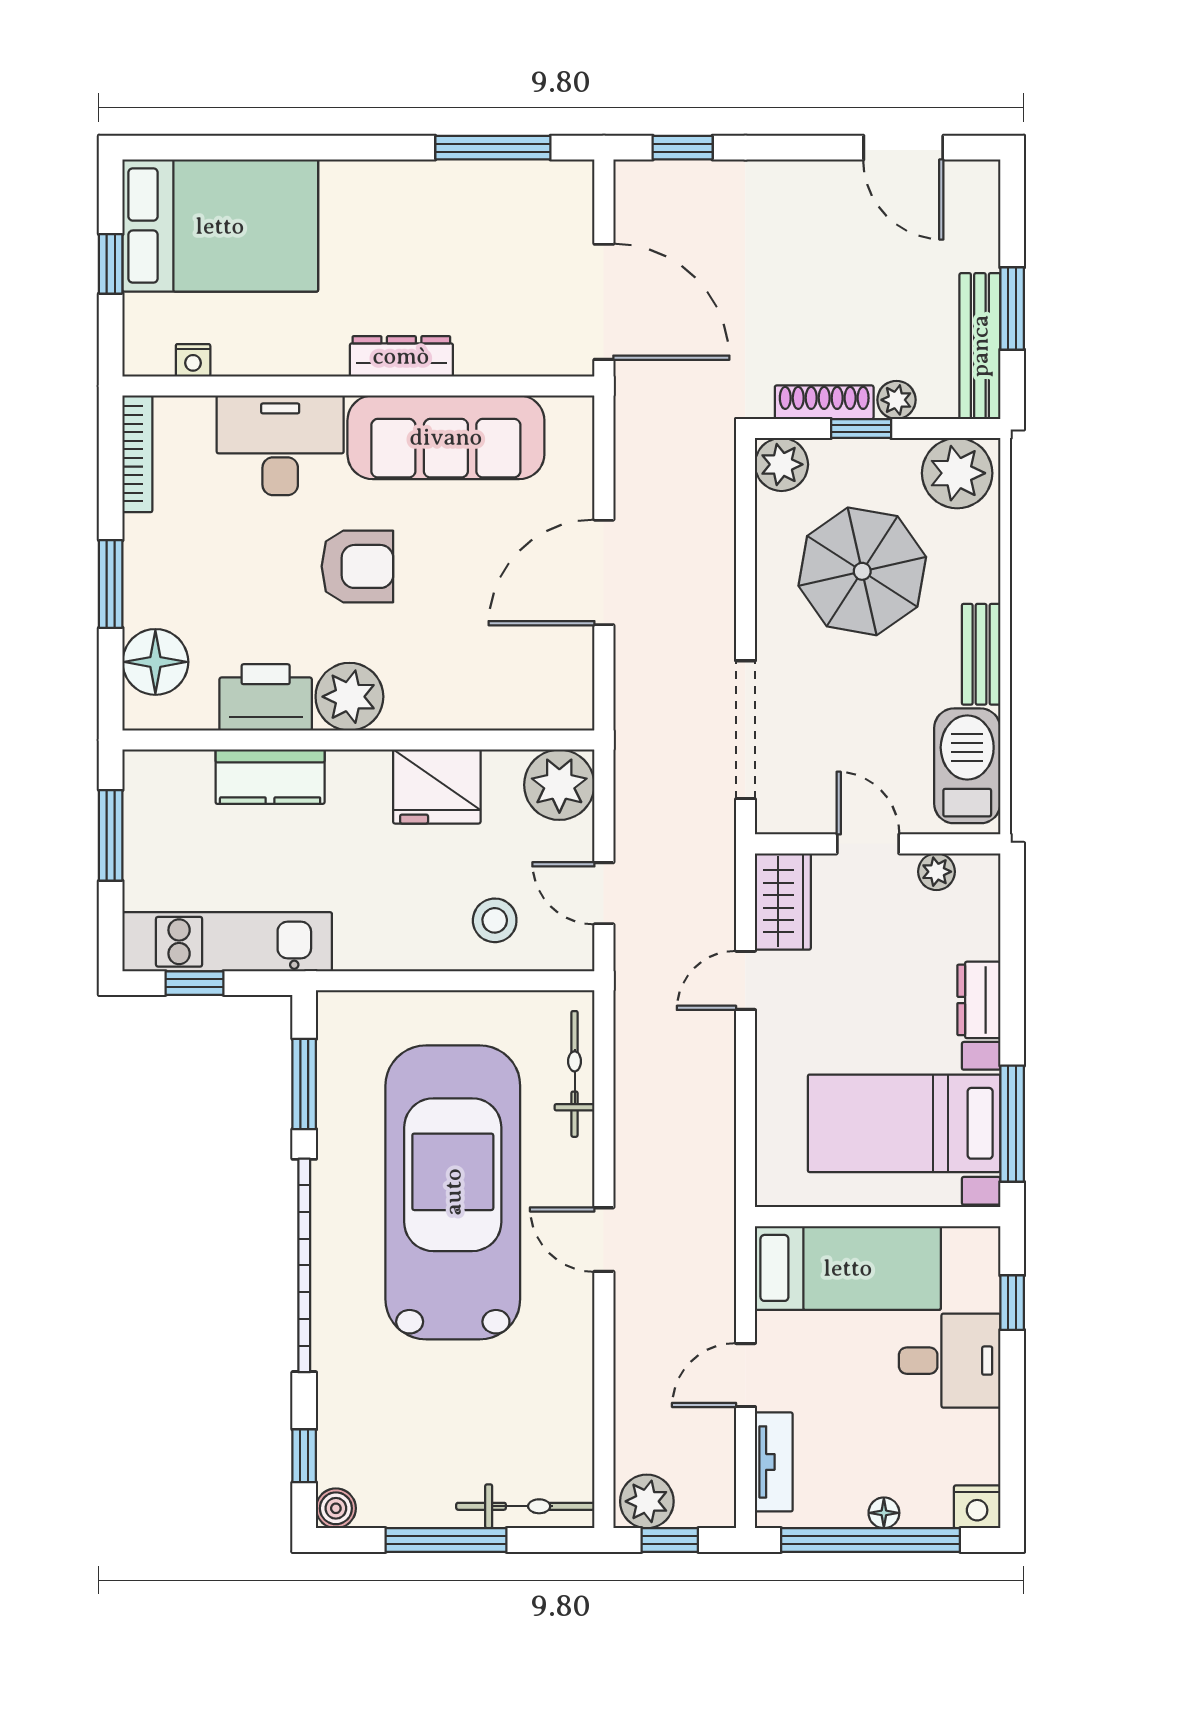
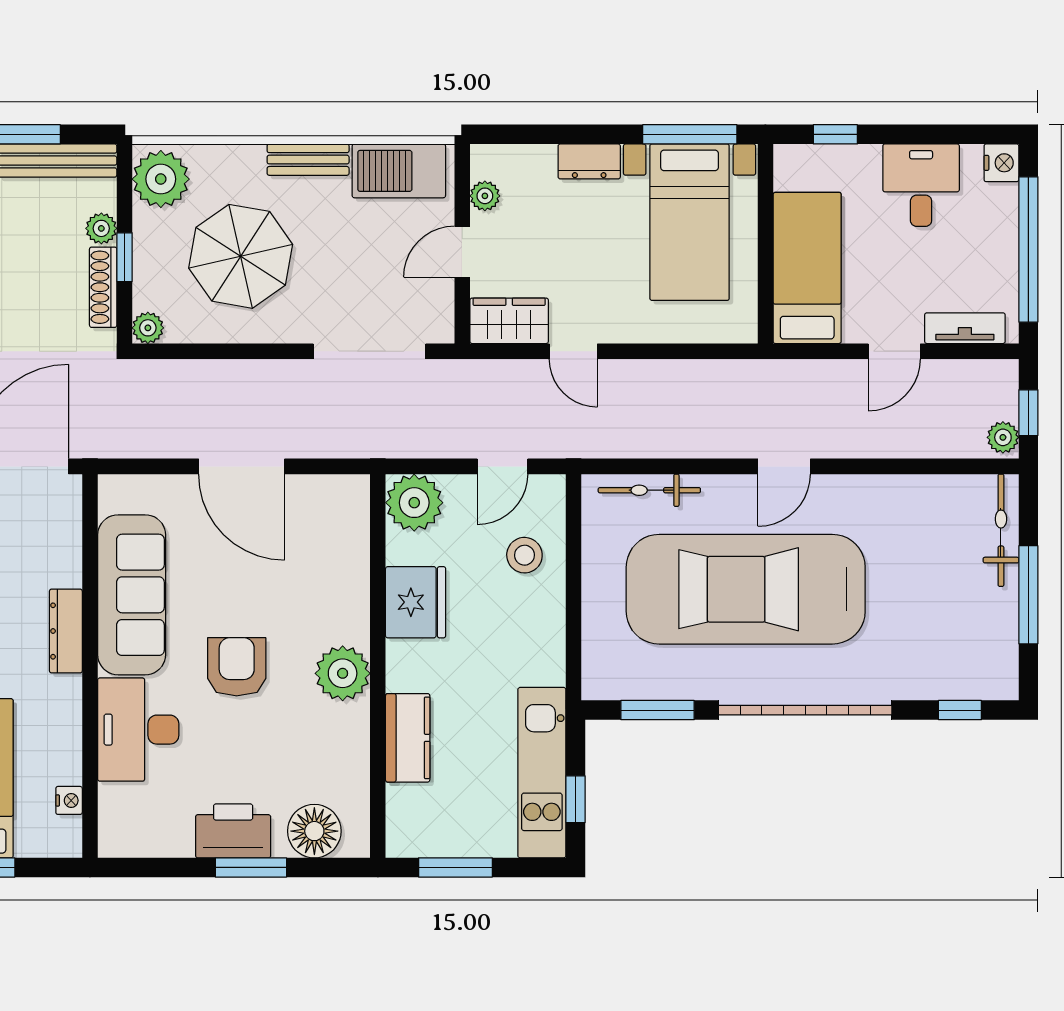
bookcase: (137, 454) -> (145, 846), removed
plant: (781, 464) -> (148, 328), width x0.73, depth x0.73
printer: (266, 697) -> (233, 831), moved, turned 90
desk: (950, 1361) -> (921, 185), moved
door: (745, 1375) -> (894, 351), hinge flipped
plant: (647, 1501) -> (1003, 437), width x0.73, depth x0.73
boiler: (336, 1508) -> (1003, 684), removed
floor lamp: (884, 1513) -> (1006, 239), removed

